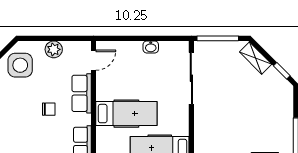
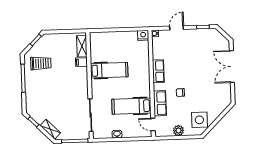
door: (93, 60) -> (153, 125), hinge flipped
hospital bed: (126, 114) -> (131, 106), moved

